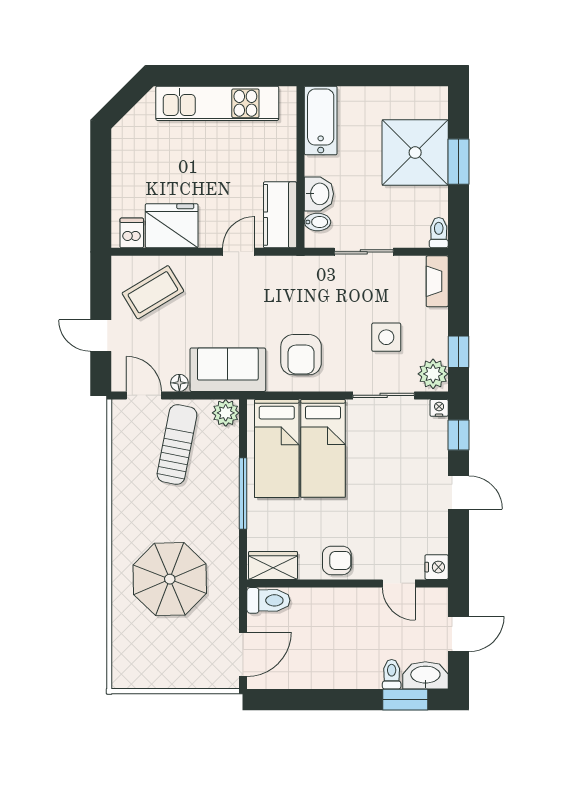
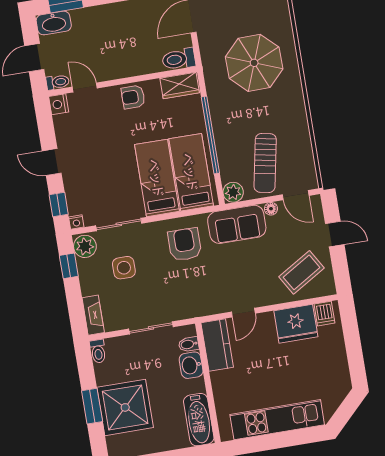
window: (243, 493) -> (210, 135), width x1.46
toilet: (392, 674) -> (58, 82), moved, turned -90

